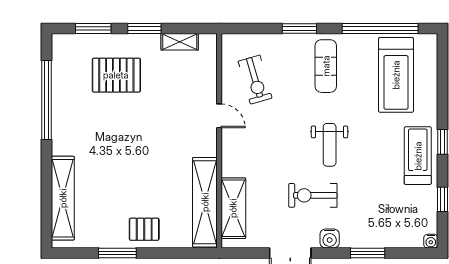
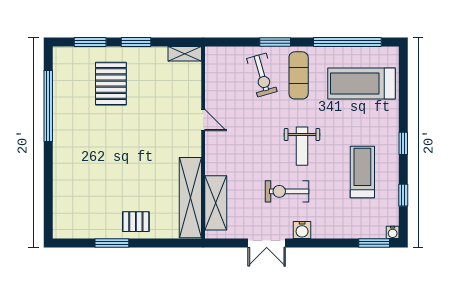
shelving: (180, 42) -> (185, 54), moved
pallet: (116, 75) -> (111, 84), turned 90
treadmill: (396, 75) -> (362, 83), turned 90
exercise bike: (255, 80) -> (262, 75), moved
treadmill: (418, 156) -> (362, 172), moved
shelving: (63, 198) -> (63, 194), removed
window: (368, 253) -> (374, 243), moved

